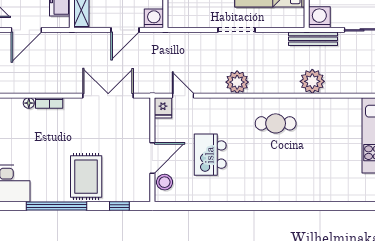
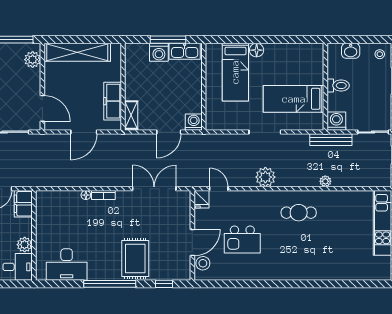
plant: (312, 81) -> (325, 181), width x0.53, depth x0.53
kitchen island: (210, 155) -> (242, 240), turned -90

